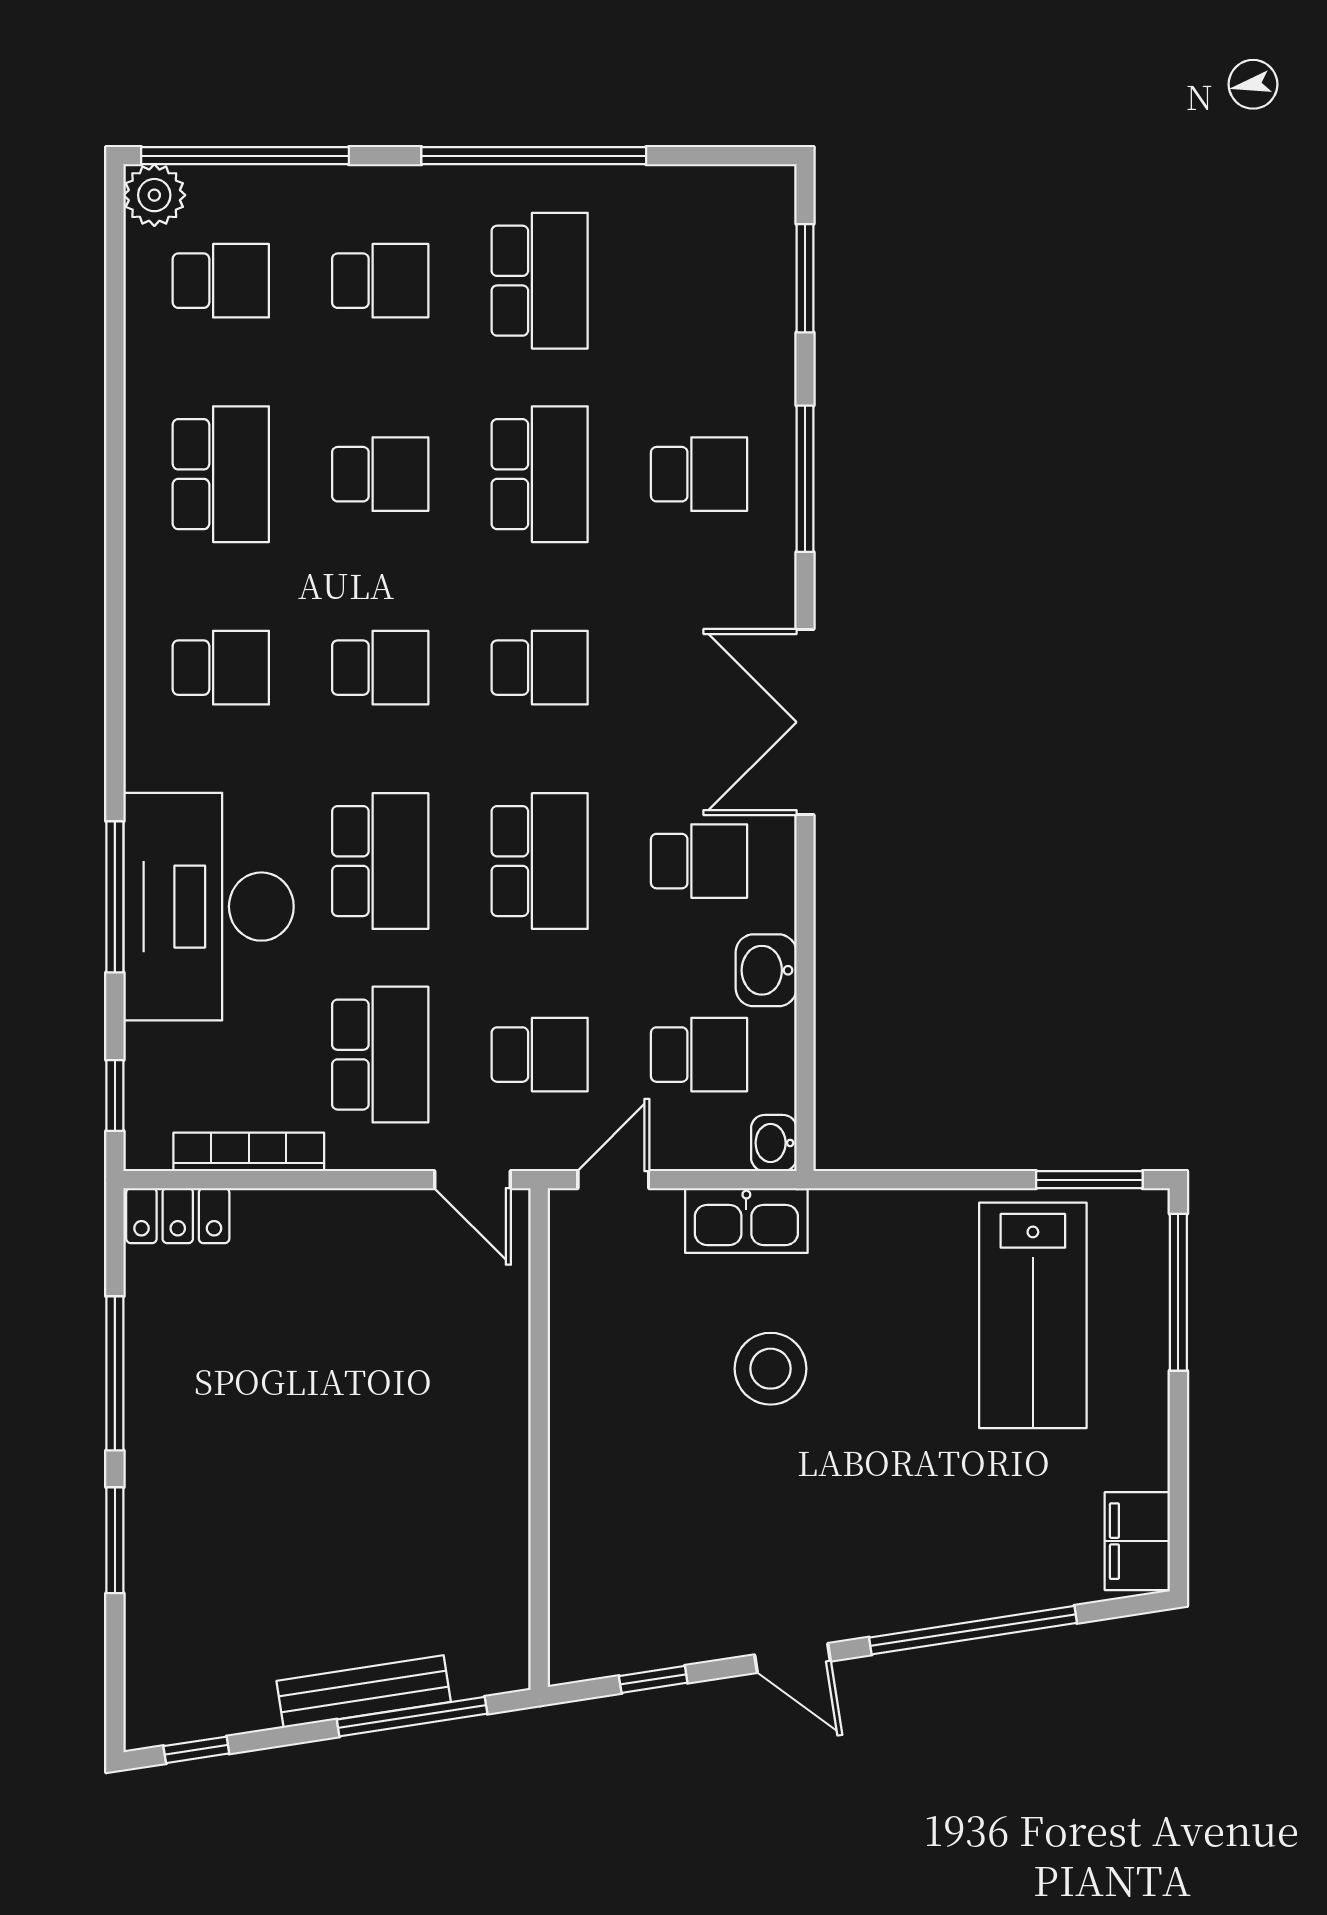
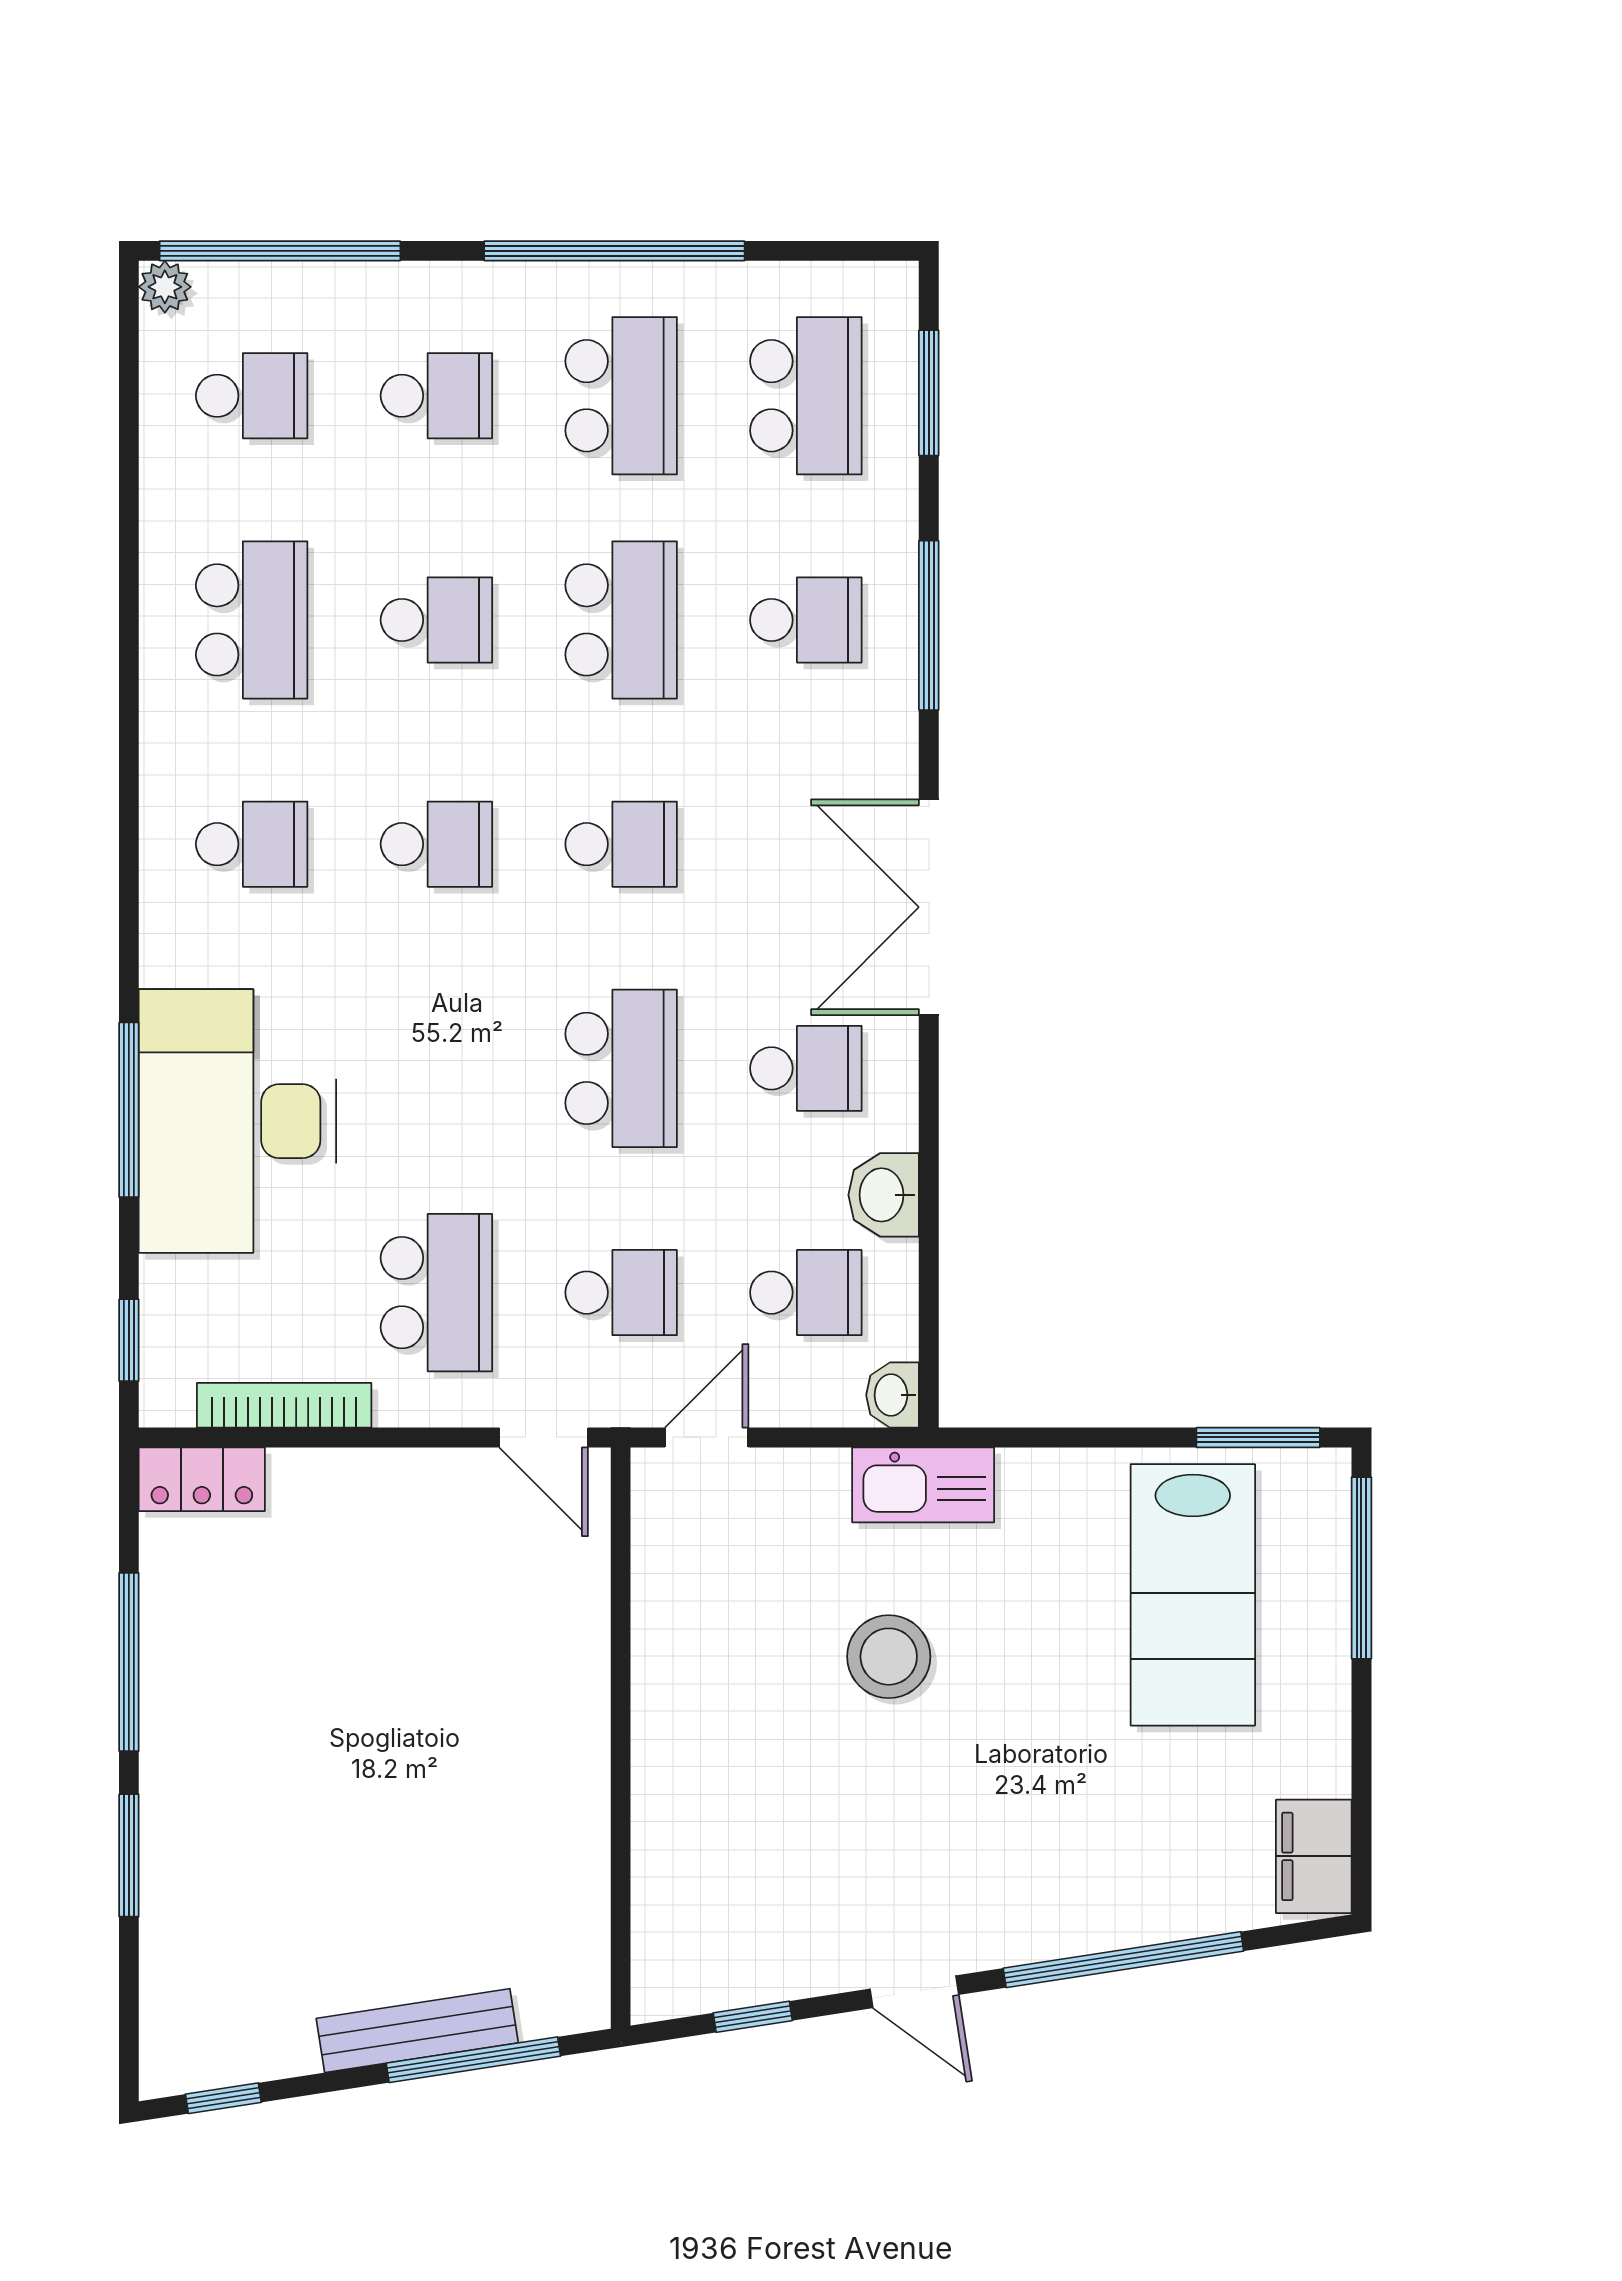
plant: (154, 195) -> (165, 287), width x0.73, depth x0.73
school desk: (380, 861) -> (806, 396), moved
kitchen sink: (746, 1220) -> (923, 1485), moved

